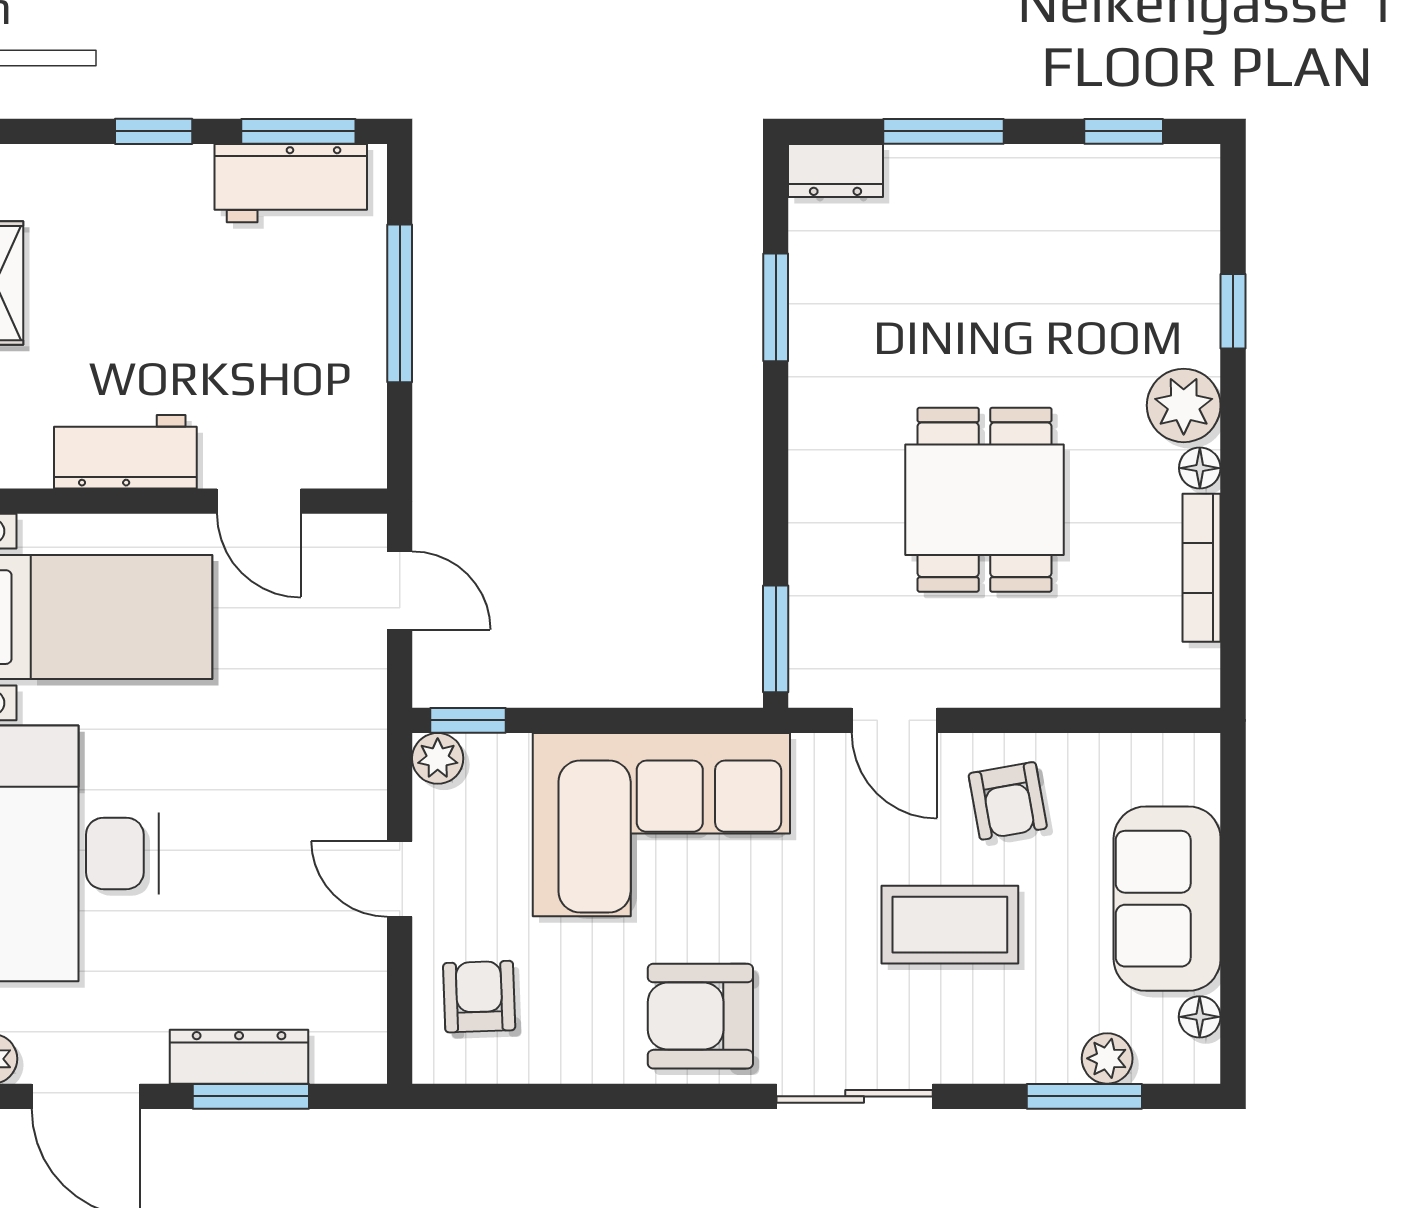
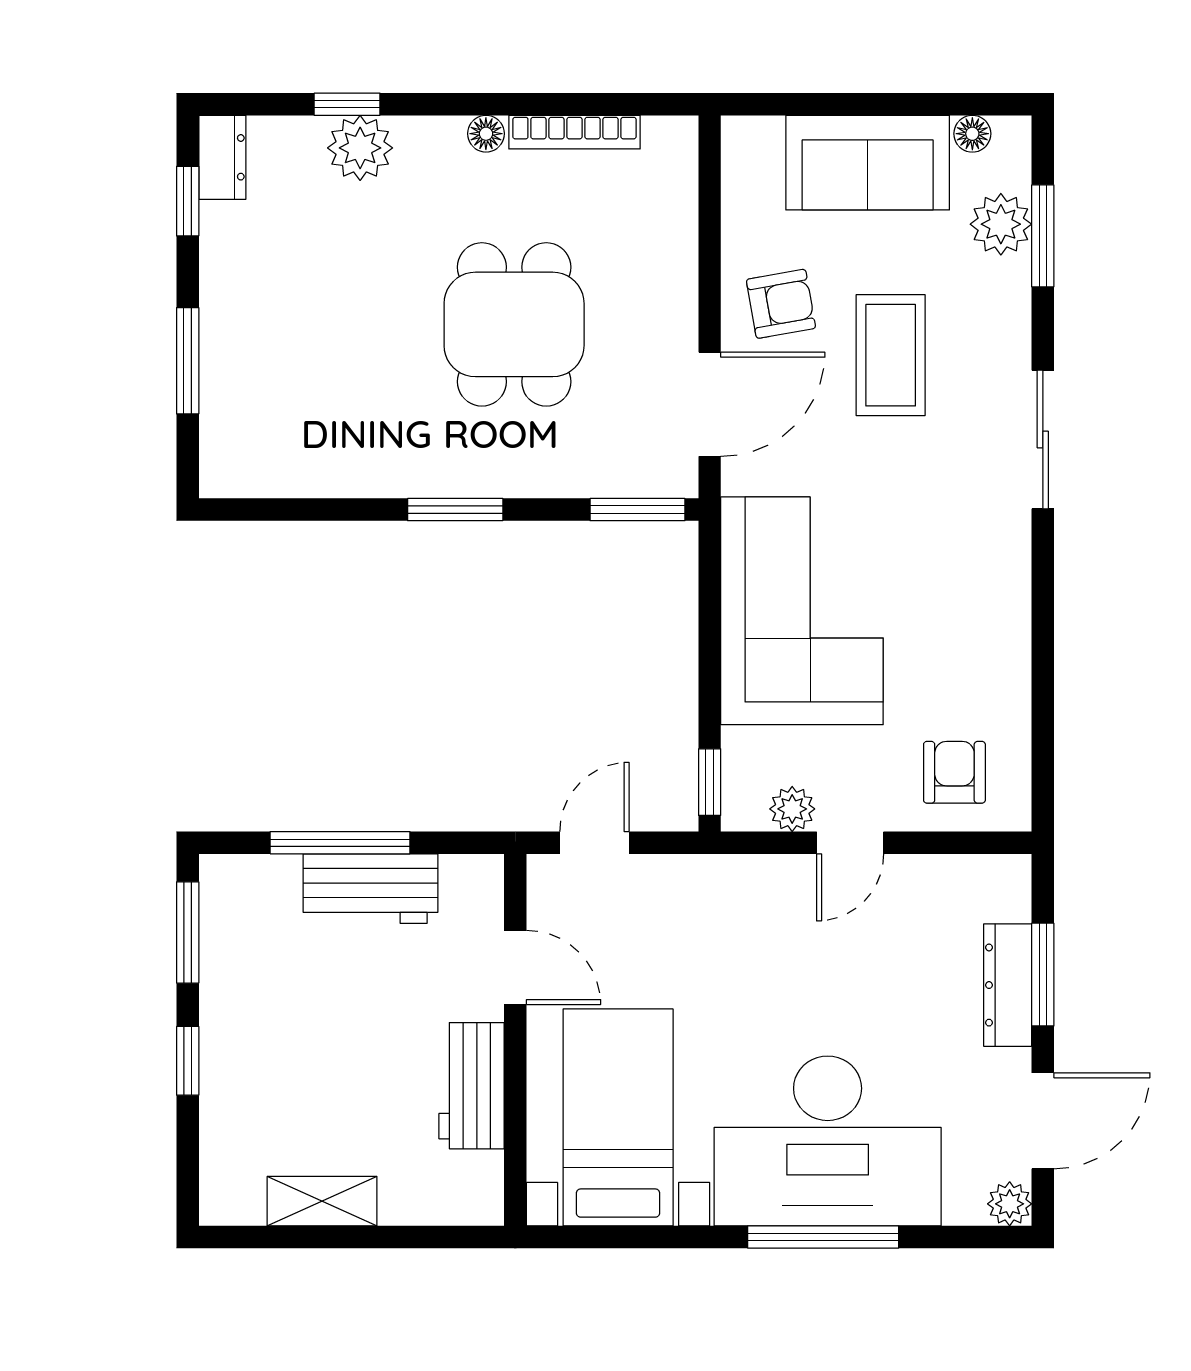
dresser: (836, 171) -> (222, 157), moved
workbench: (291, 183) -> (371, 889), moved, turned 90
window: (776, 307) -> (455, 510), moved
plant: (1184, 405) -> (360, 148), moved
dining table: (984, 500) -> (514, 324), turned 90
door: (259, 501) -> (515, 967), hinge flipped
door: (894, 720) -> (710, 404), width x1.38
plant: (438, 758) -> (792, 809), moved
armchair: (479, 997) -> (954, 772), turned 92
armchair: (700, 1016) -> (972, 576), removed
plant: (1107, 1058) -> (1001, 224), width x1.38, depth x1.38

